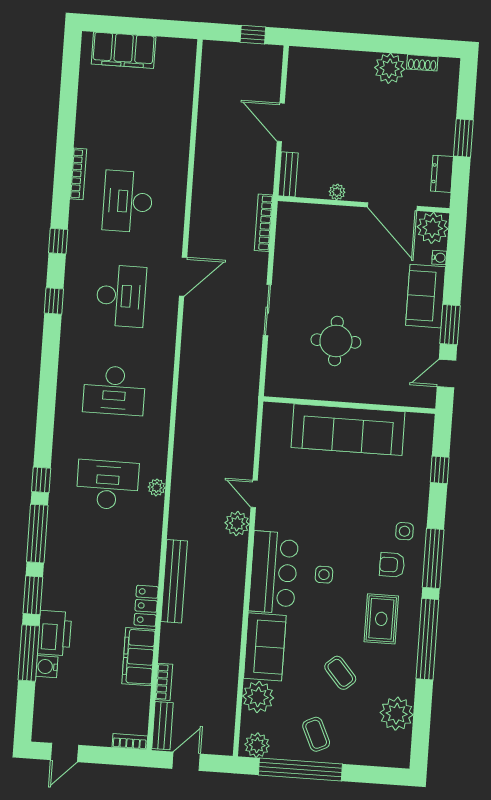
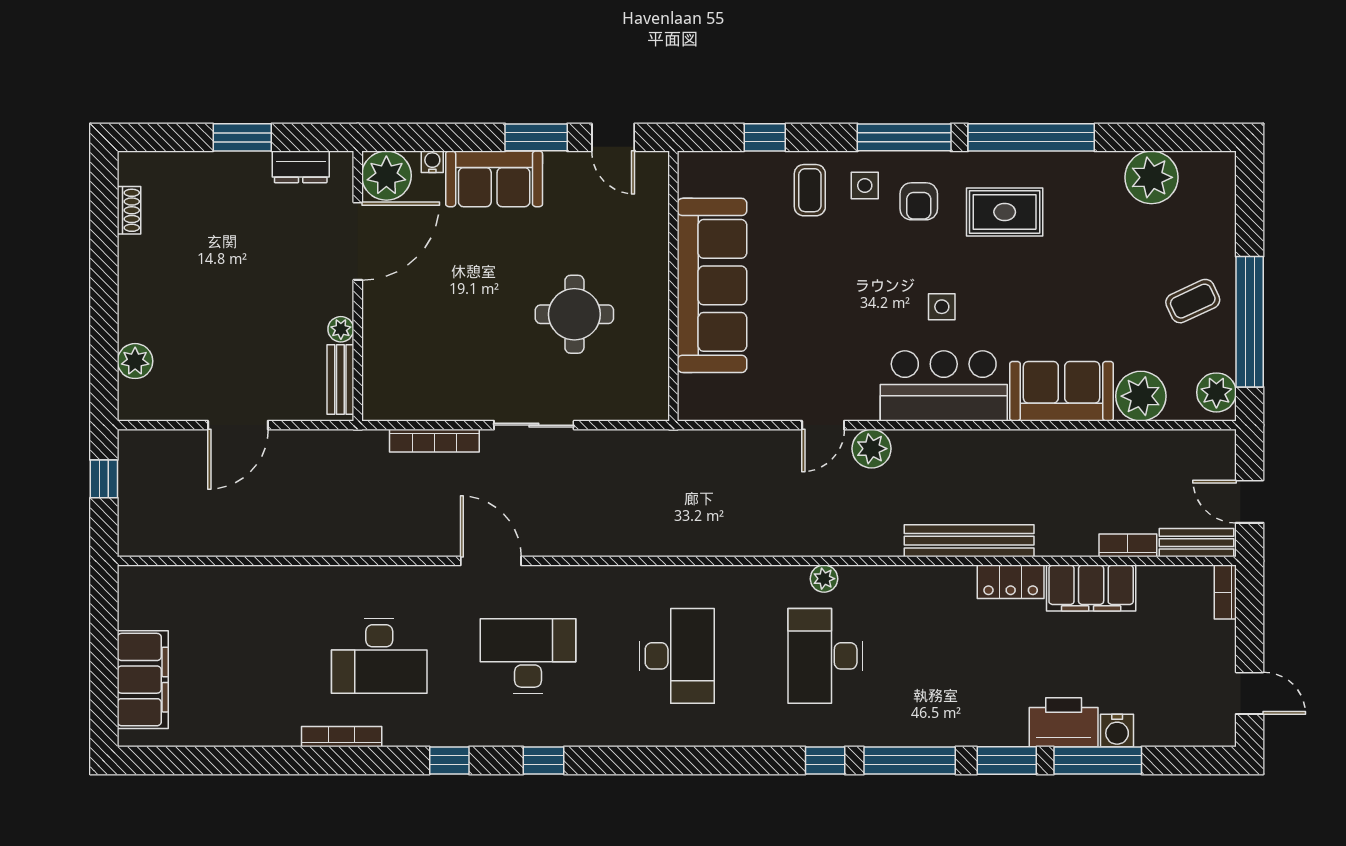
plant: (390, 68) -> (135, 361), moved, width x0.73, depth x0.73
bench: (288, 174) -> (340, 380), moved, turned 90
bookcase: (264, 223) -> (434, 441), moved
coffee table: (340, 673) -> (810, 190), moved, turned -49

